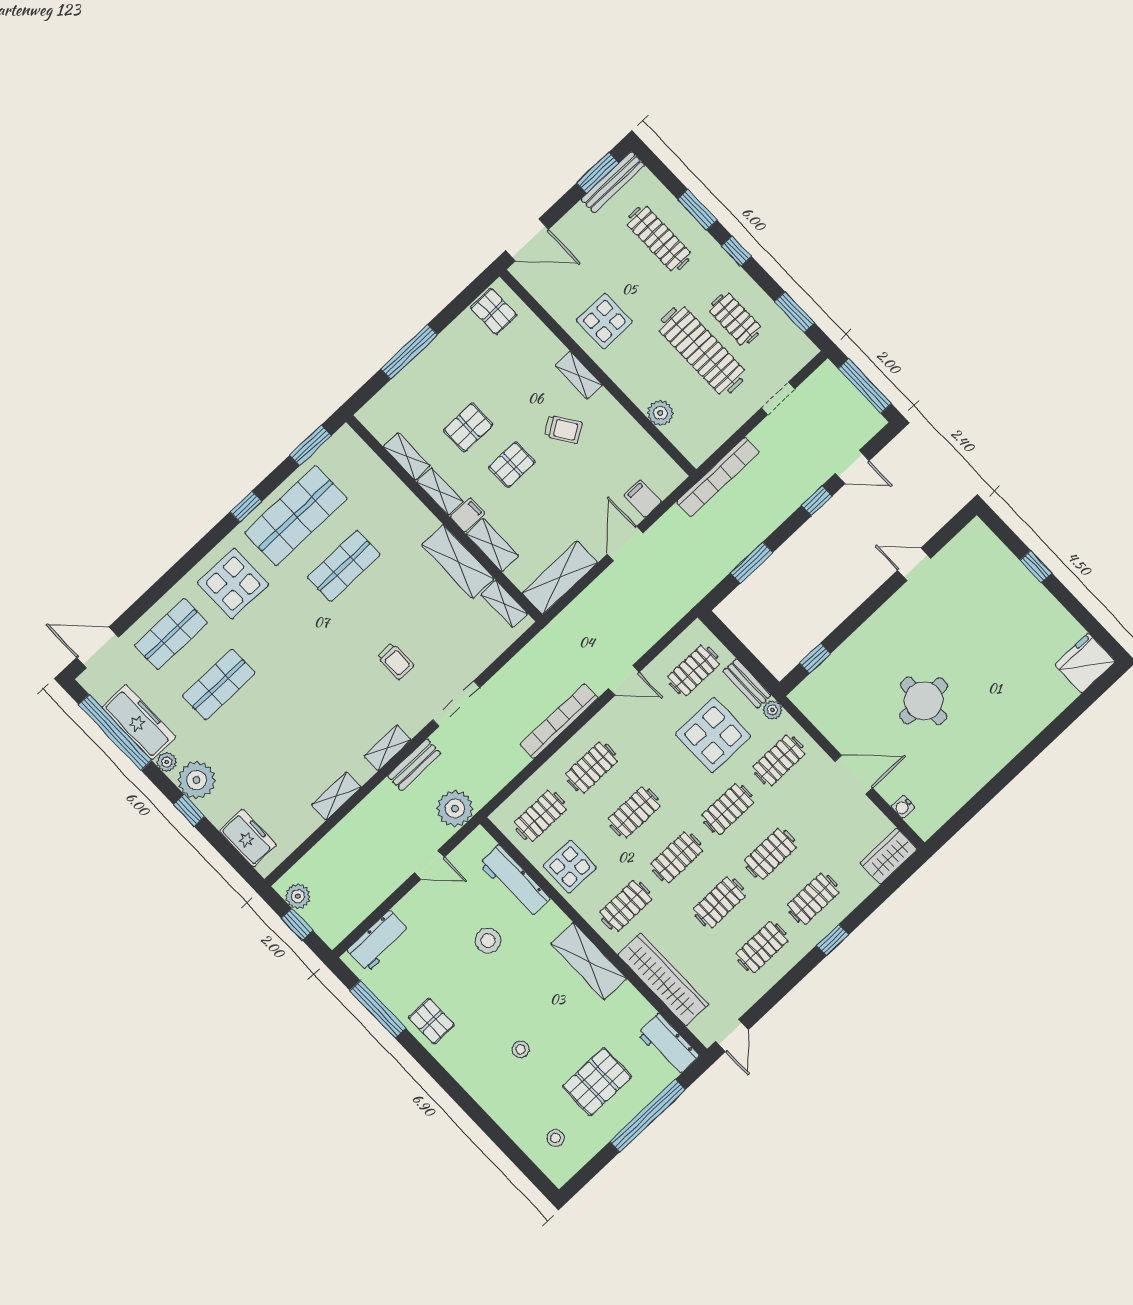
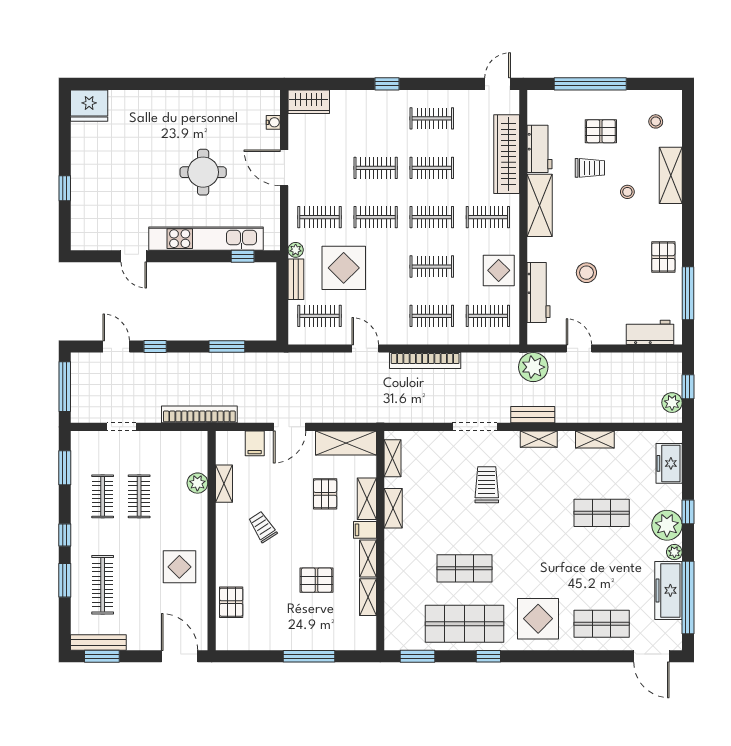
pallet: (494, 311) -> (231, 602), moved
clothes rail: (702, 350) -> (139, 496), width x0.54, depth x0.76
shelving: (579, 375) -> (224, 484), moved
pallet: (512, 465) -> (325, 494), moved, turned 90
shelving: (458, 562) -> (393, 508), width x0.67, depth x0.75
kitchen unit: (864, 643) -> (206, 239), added
trolley: (396, 661) -> (487, 485), width x1.36, depth x1.39
shop shelf: (219, 685) -> (602, 513), moved
clothes rail: (813, 899) -> (376, 118), removed
trolley: (575, 1039) -> (590, 168), added
workbench: (668, 1045) -> (539, 149), moved
pallet: (597, 1082) -> (601, 131), width x0.67, depth x0.71
shelving: (495, 1102) -> (671, 175), added

